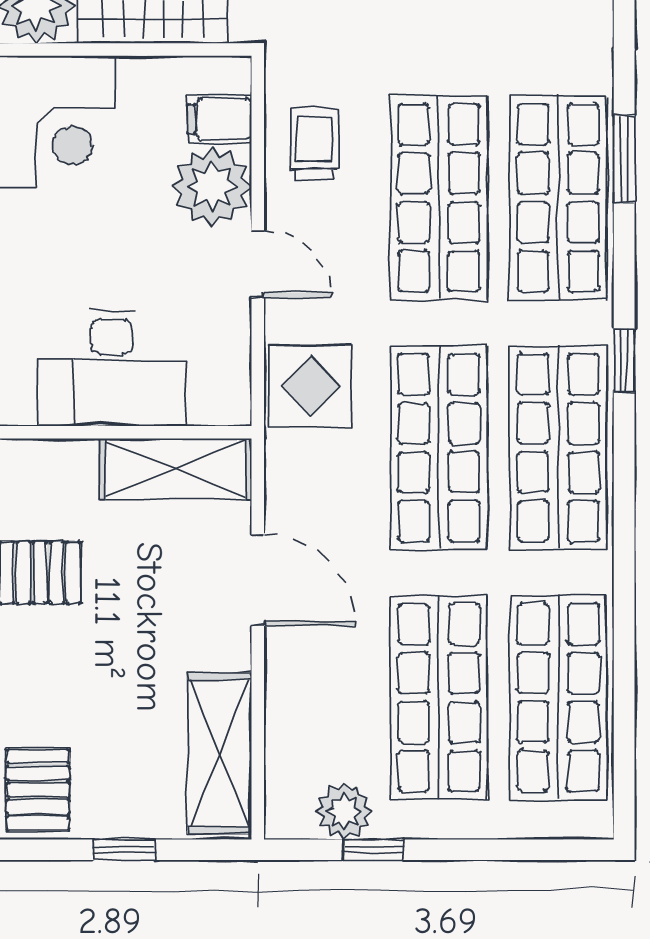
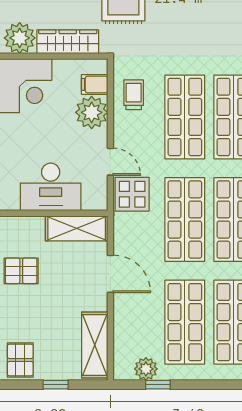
door: (258, 264) -> (110, 162), moved

